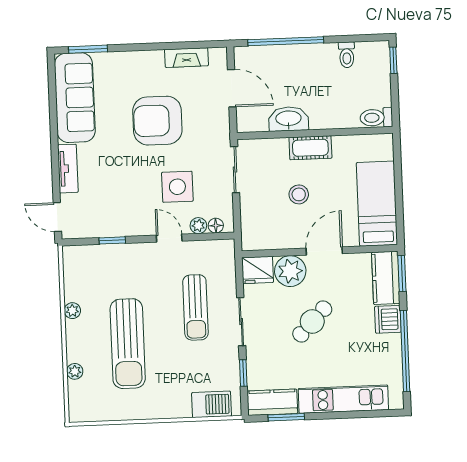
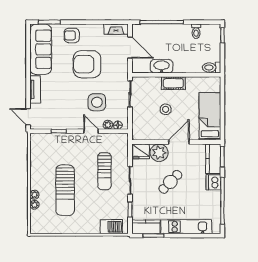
fireplace: (186, 58) -> (116, 29), moved
armchair: (128, 71) -> (72, 35), added
plant: (72, 311) -> (34, 195), moved

